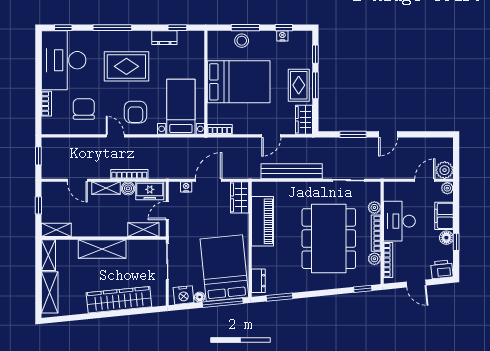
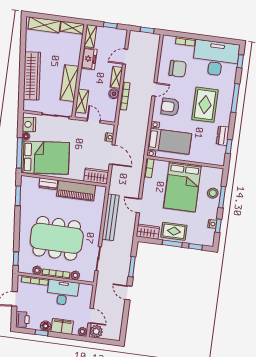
freezer: (150, 191) -> (89, 59), moved, turned 180
shelving: (102, 249) -> (69, 83), moved
dresser: (258, 281) -> (48, 184), moved

